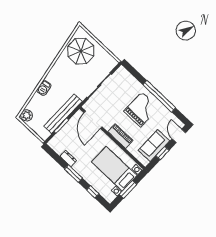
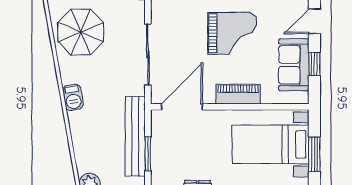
barbecue: (44, 88) -> (73, 97), moved
grand piano: (141, 109) -> (232, 33), turned 90
door: (93, 120) -> (182, 107), swing flipped
door: (179, 136) -> (314, 21), hinge flipped

